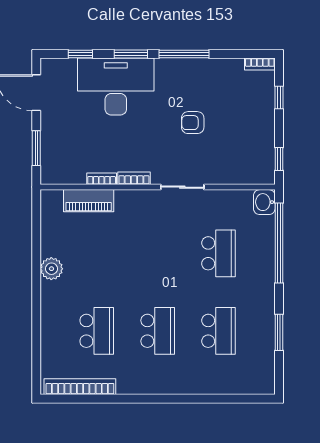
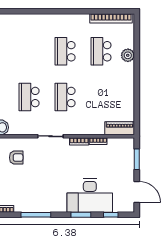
window: (184, 54) -> (36, 215), moved
armchair: (193, 123) -> (16, 158), moved
piano: (89, 201) -> (120, 128), moved
plant: (51, 269) -> (128, 55), moved
school desk: (219, 331) -> (65, 97), moved

